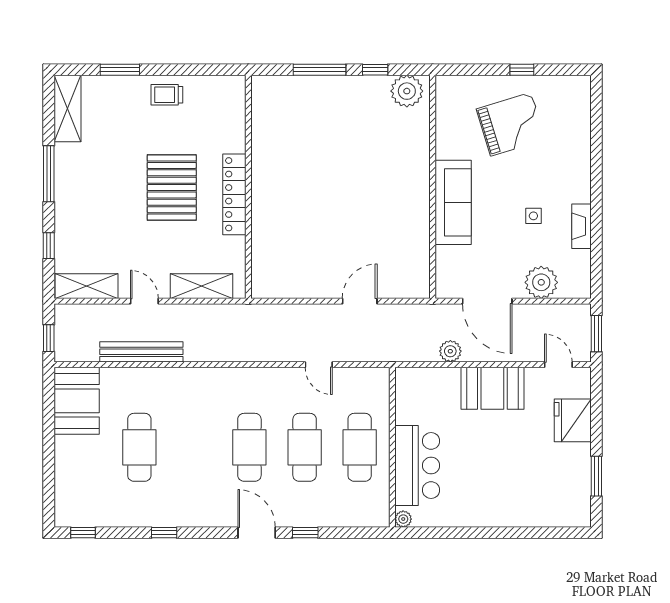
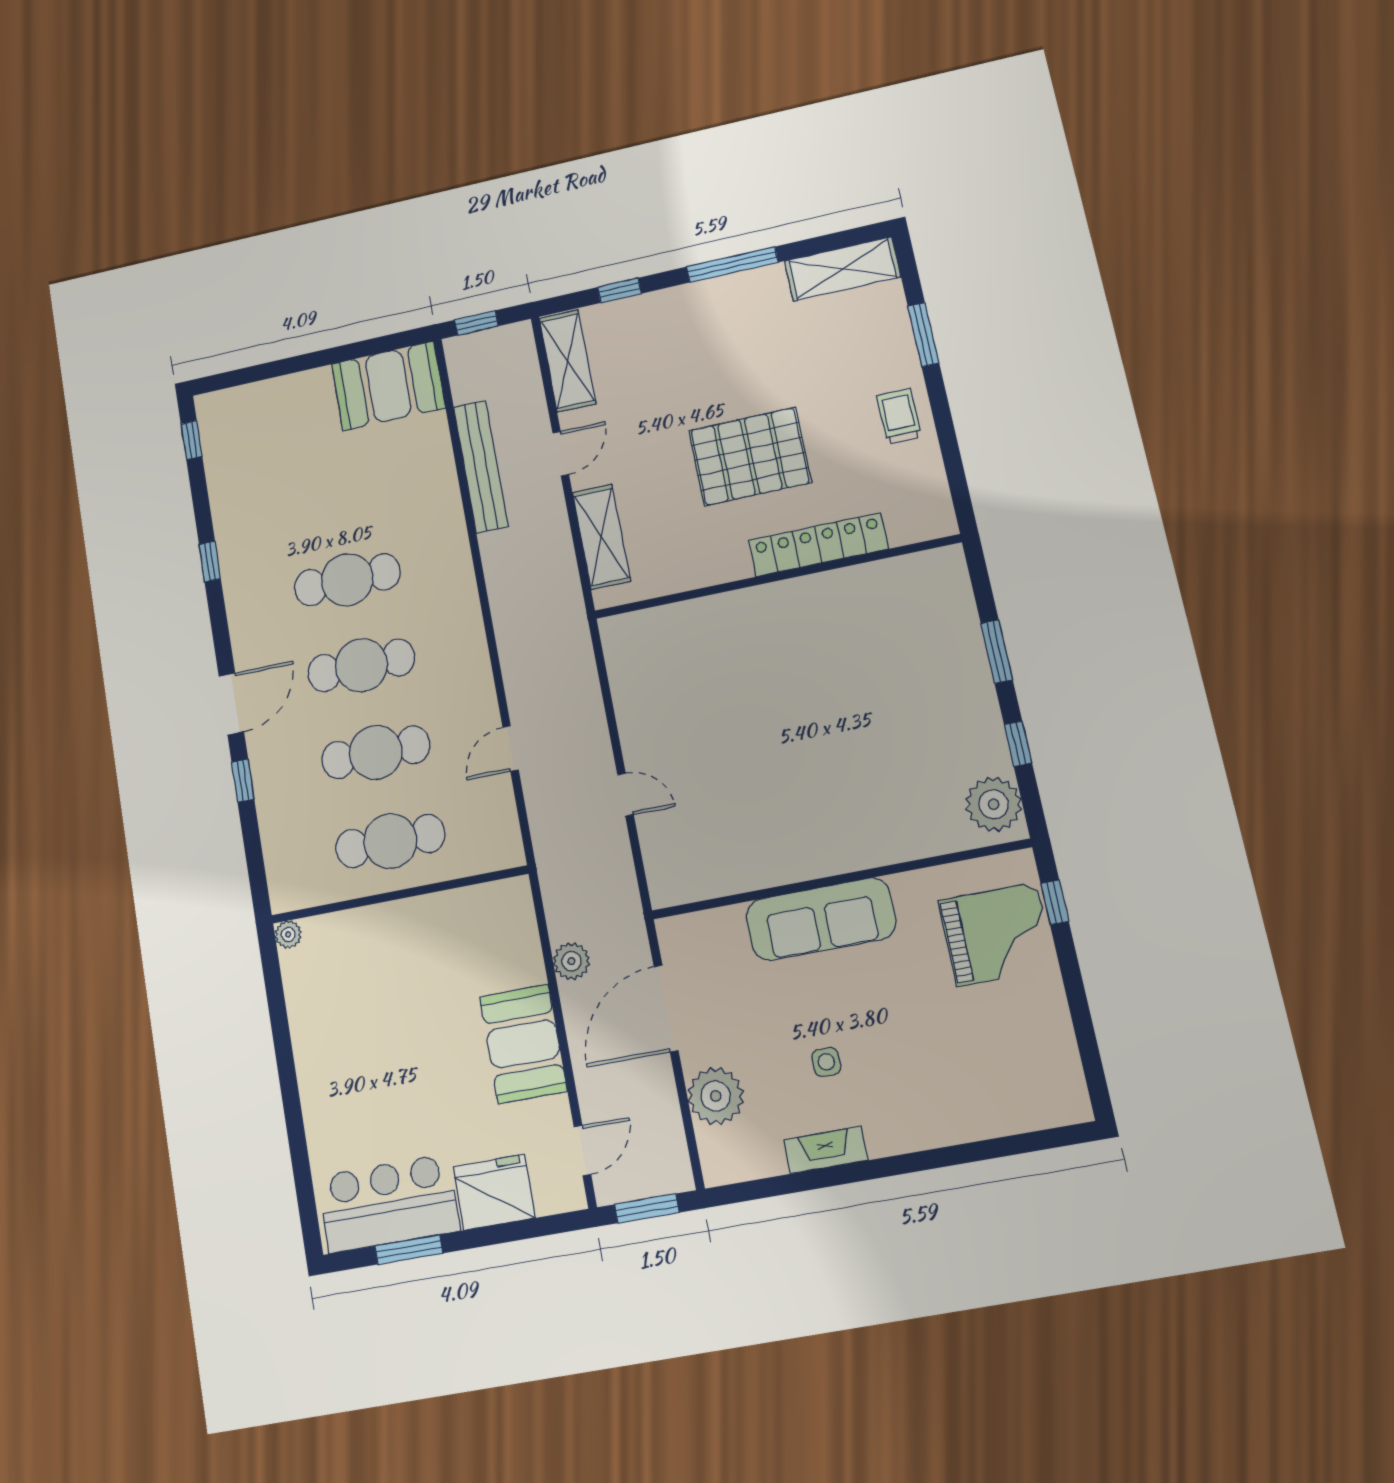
window: (319, 70) -> (997, 652), width x0.69
window: (522, 70) -> (1055, 902), moved
grand piano: (511, 124) -> (997, 934), moved, turned -73
locker: (234, 194) -> (818, 545), moved
door: (360, 301) -> (626, 795), width x0.73
cafe table: (139, 447) -> (347, 580), moved
bar counter: (417, 465) -> (388, 1204), moved, turned 180

